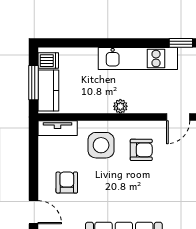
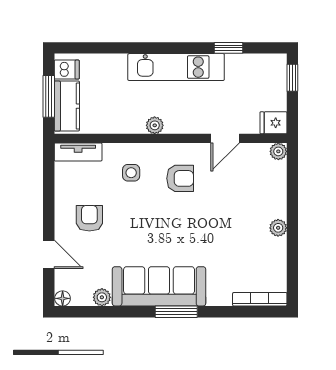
side table: (101, 145) -> (131, 173), width x0.54, depth x0.54

